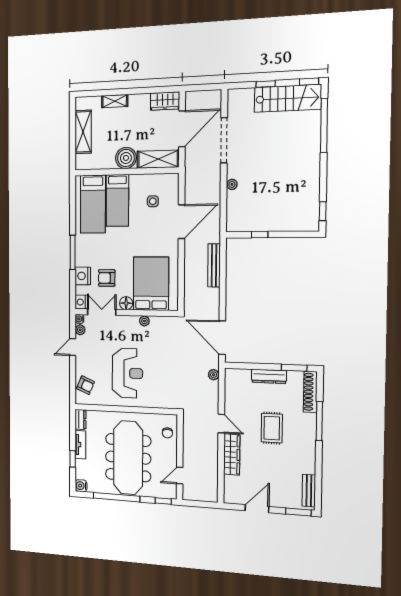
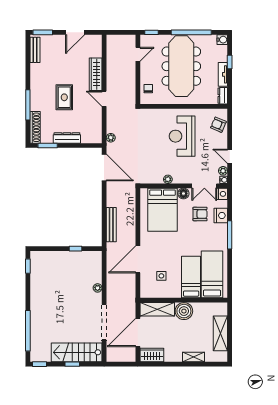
stairs: (288, 98) -> (77, 352), moved
door: (73, 347) -> (230, 156), swing flipped

